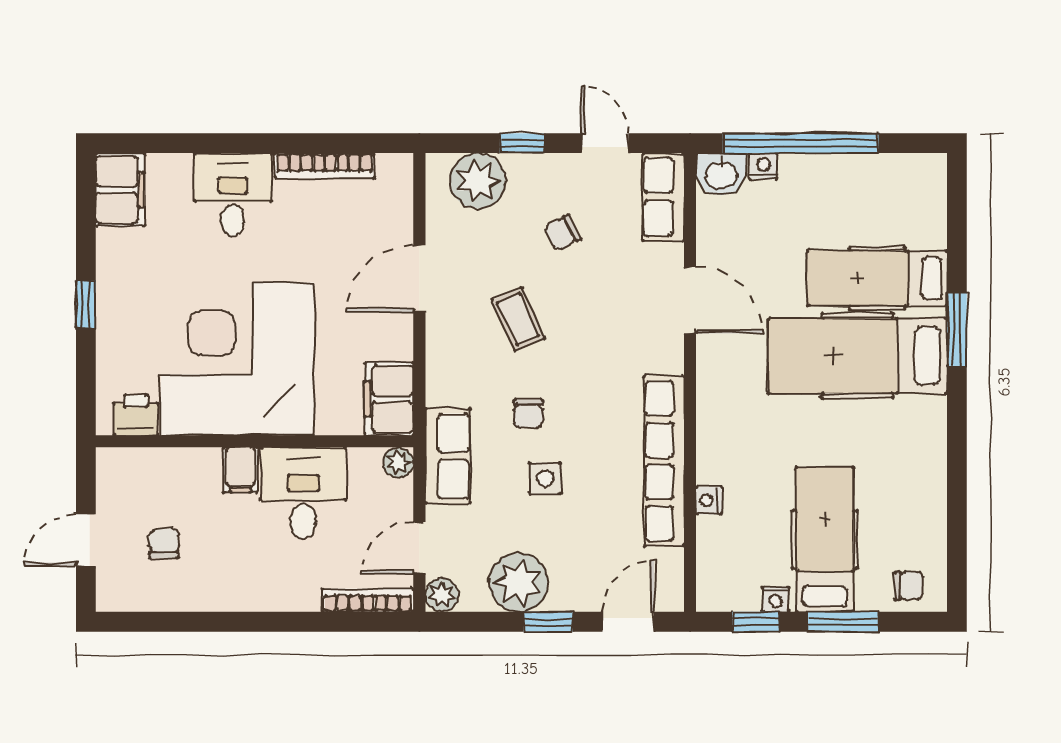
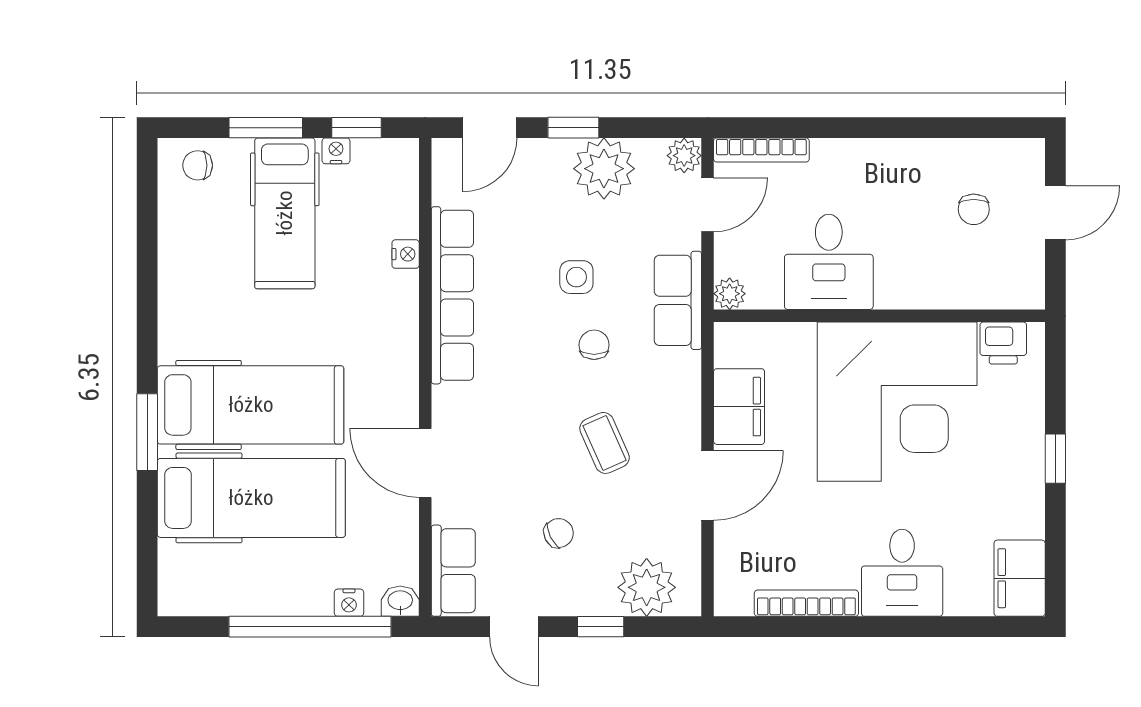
washbasin: (721, 174) -> (400, 601), width x0.72, depth x0.69
hospital bed: (877, 278) -> (251, 498), width x1.37, depth x1.29
filing cabinet: (389, 399) -> (739, 407), moved
filing cabinet: (240, 470) -> (894, 286), removed

